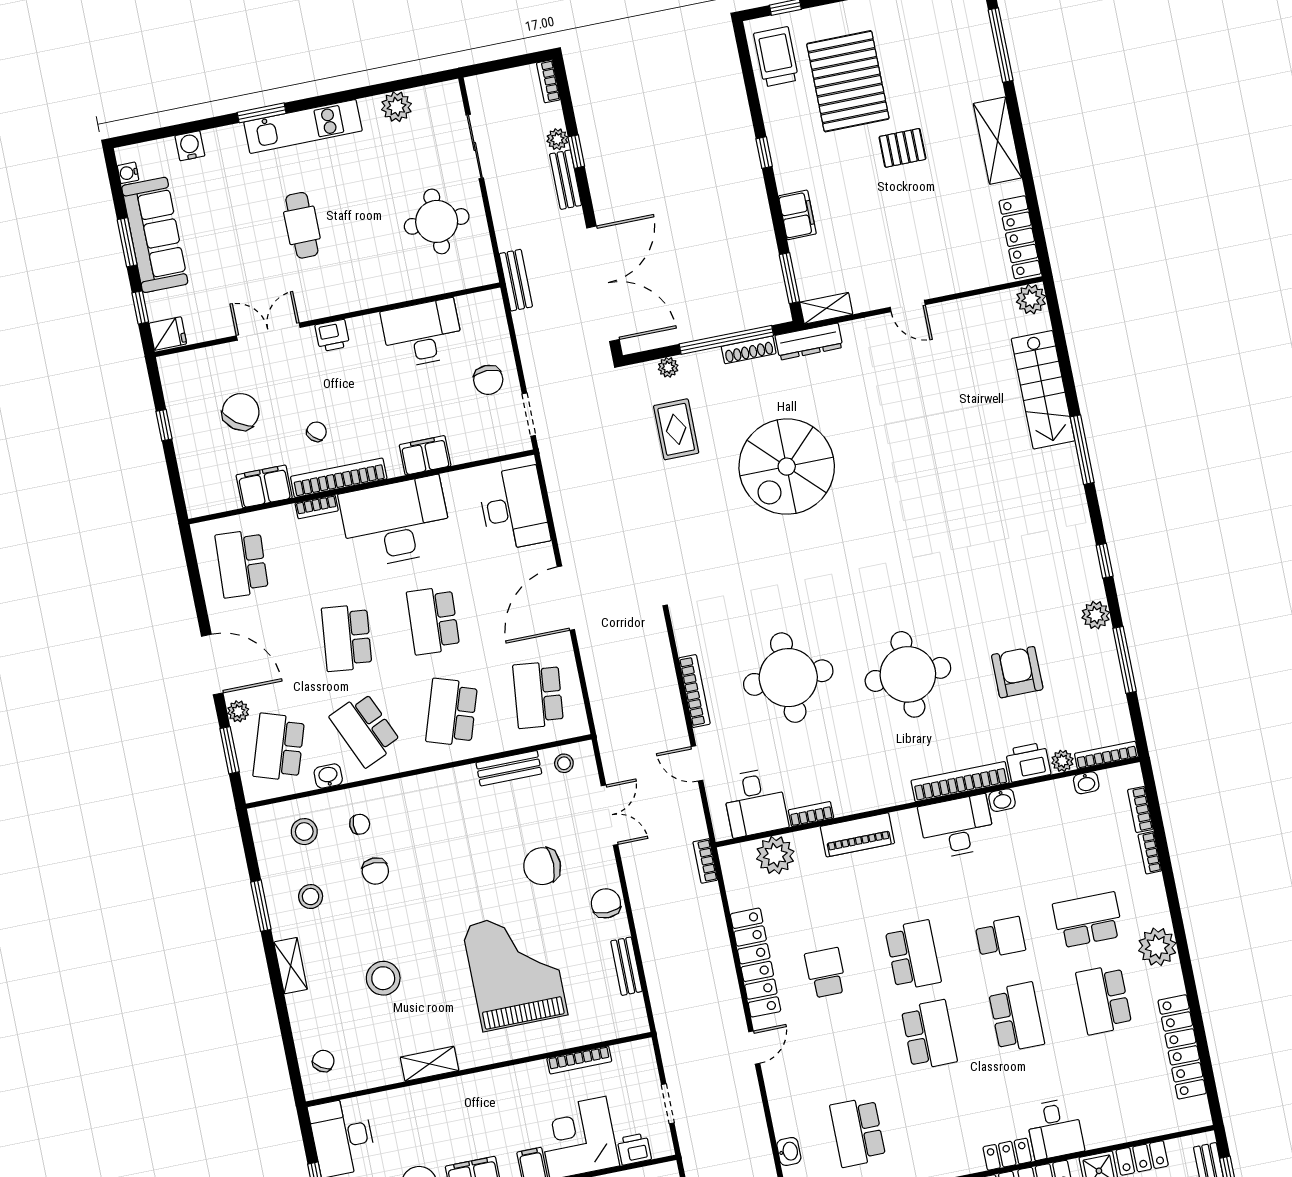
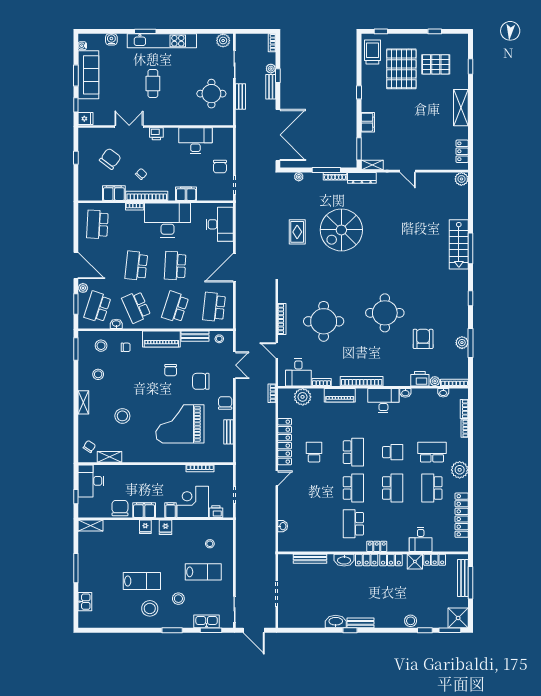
window: (1001, 45) -> (470, 67), width x0.46
plant: (396, 107) -> (223, 40), moved
kitchen unit: (303, 126) -> (162, 41), width x1.36
pallet: (902, 148) -> (436, 64), moved, width x1.50, depth x1.42
locker: (1020, 237) -> (462, 151), width x0.66
bench: (516, 280) -> (241, 97), moved
window: (726, 340) -> (326, 170), width x0.68
stairs: (1043, 390) -> (459, 244), moved
rug: (676, 429) -> (297, 232), moved
plant: (1096, 615) -> (462, 343), moved
round table: (908, 674) -> (385, 313), moved
bookcase: (960, 782) -> (362, 381), moved
piano: (435, 790) -> (161, 339), added
chair: (375, 871) -> (171, 370), moved
window: (261, 906) -> (76, 349), moved
grand piano: (515, 970) -> (180, 424), turned -90
shelving: (429, 1064) -> (109, 457), moved
desk: (1055, 1129) -> (421, 540), moved
school desk: (858, 1132) -> (353, 524), moved

